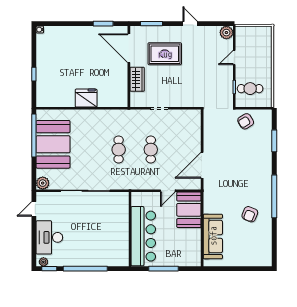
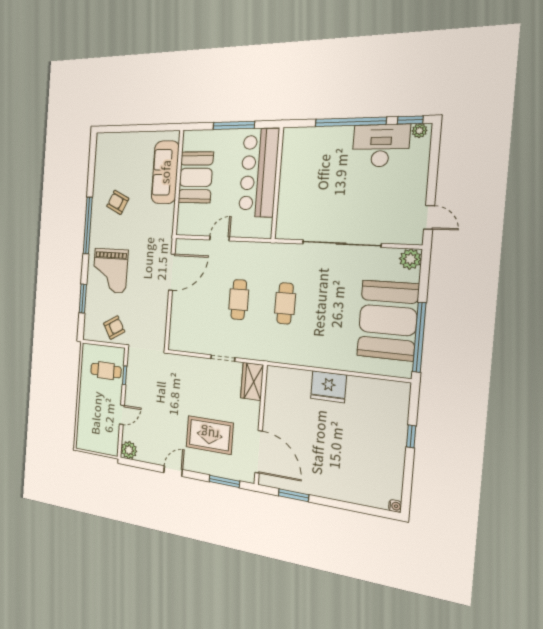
door: (190, 24) -> (173, 471), swing flipped
wardrobe: (137, 79) -> (252, 381), moved
grand piano: (252, 163) -> (110, 271), added
door: (34, 209) -> (429, 217), hinge flipped
booth: (189, 210) -> (196, 177), moved
armchair: (250, 214) -> (118, 202), turned -86
desk: (49, 237) -> (381, 146), moved, turned -90

